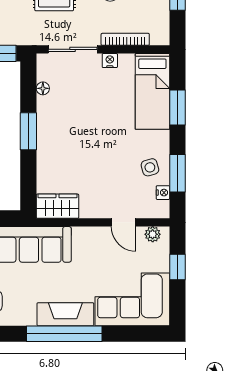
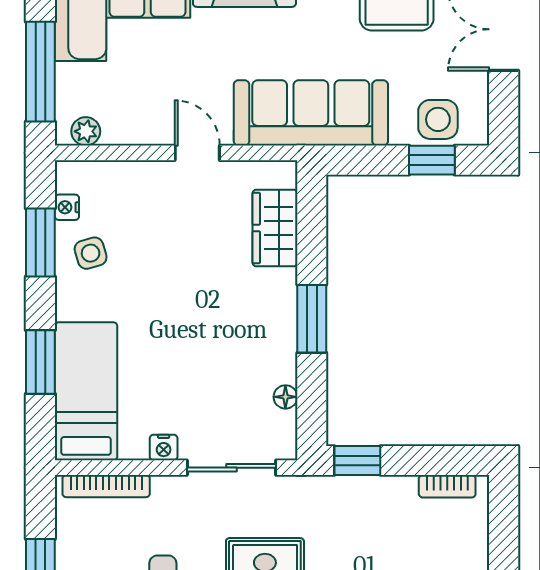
bookcase: (125, 39) -> (106, 486), moved
wardrobe: (57, 206) -> (275, 228), moved, turned 90
door: (124, 222) -> (197, 153), moved
window: (177, 267) -> (40, 72), width x2.17

